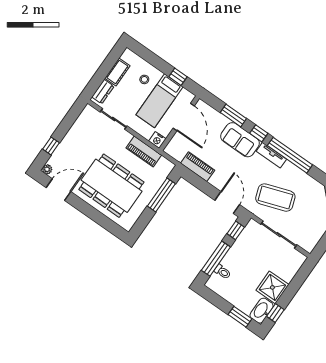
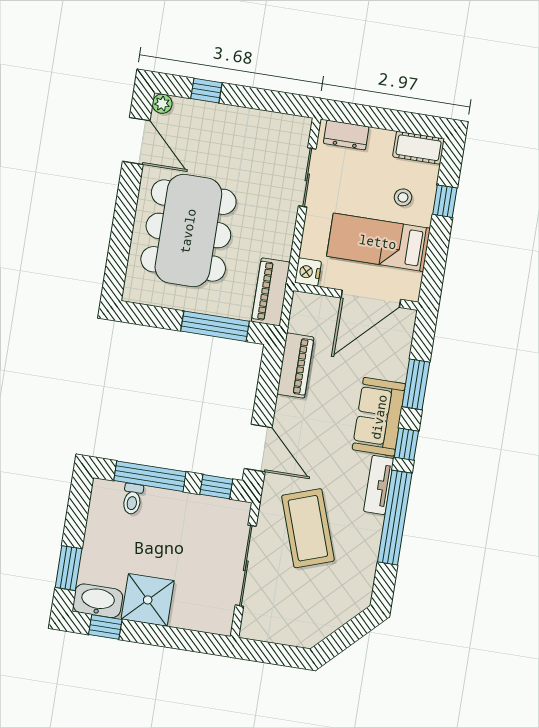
cot: (117, 72) -> (419, 148), moved
window: (178, 77) -> (445, 201), moved
piano: (144, 151) -> (271, 292), moved
door: (227, 202) -> (258, 448), hinge flipped

